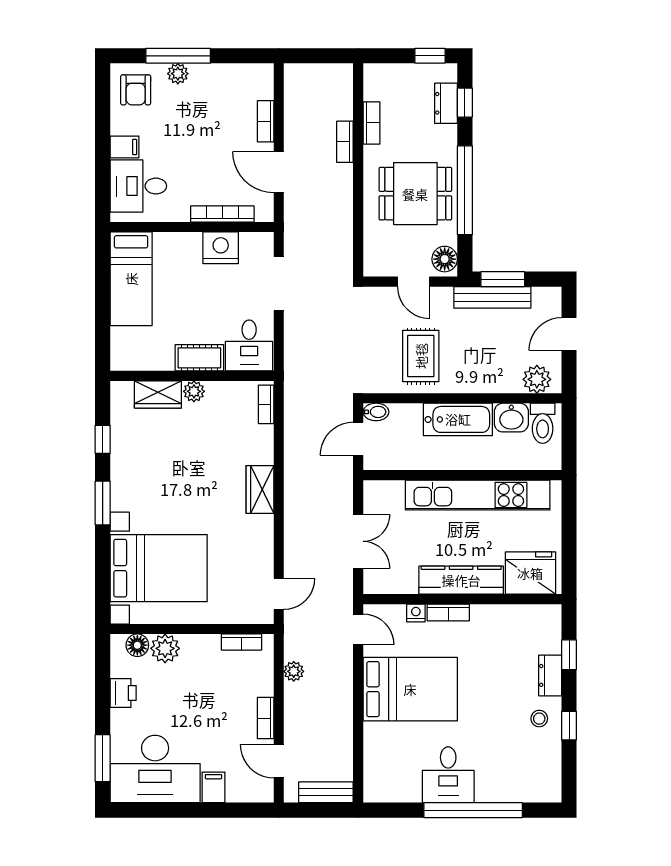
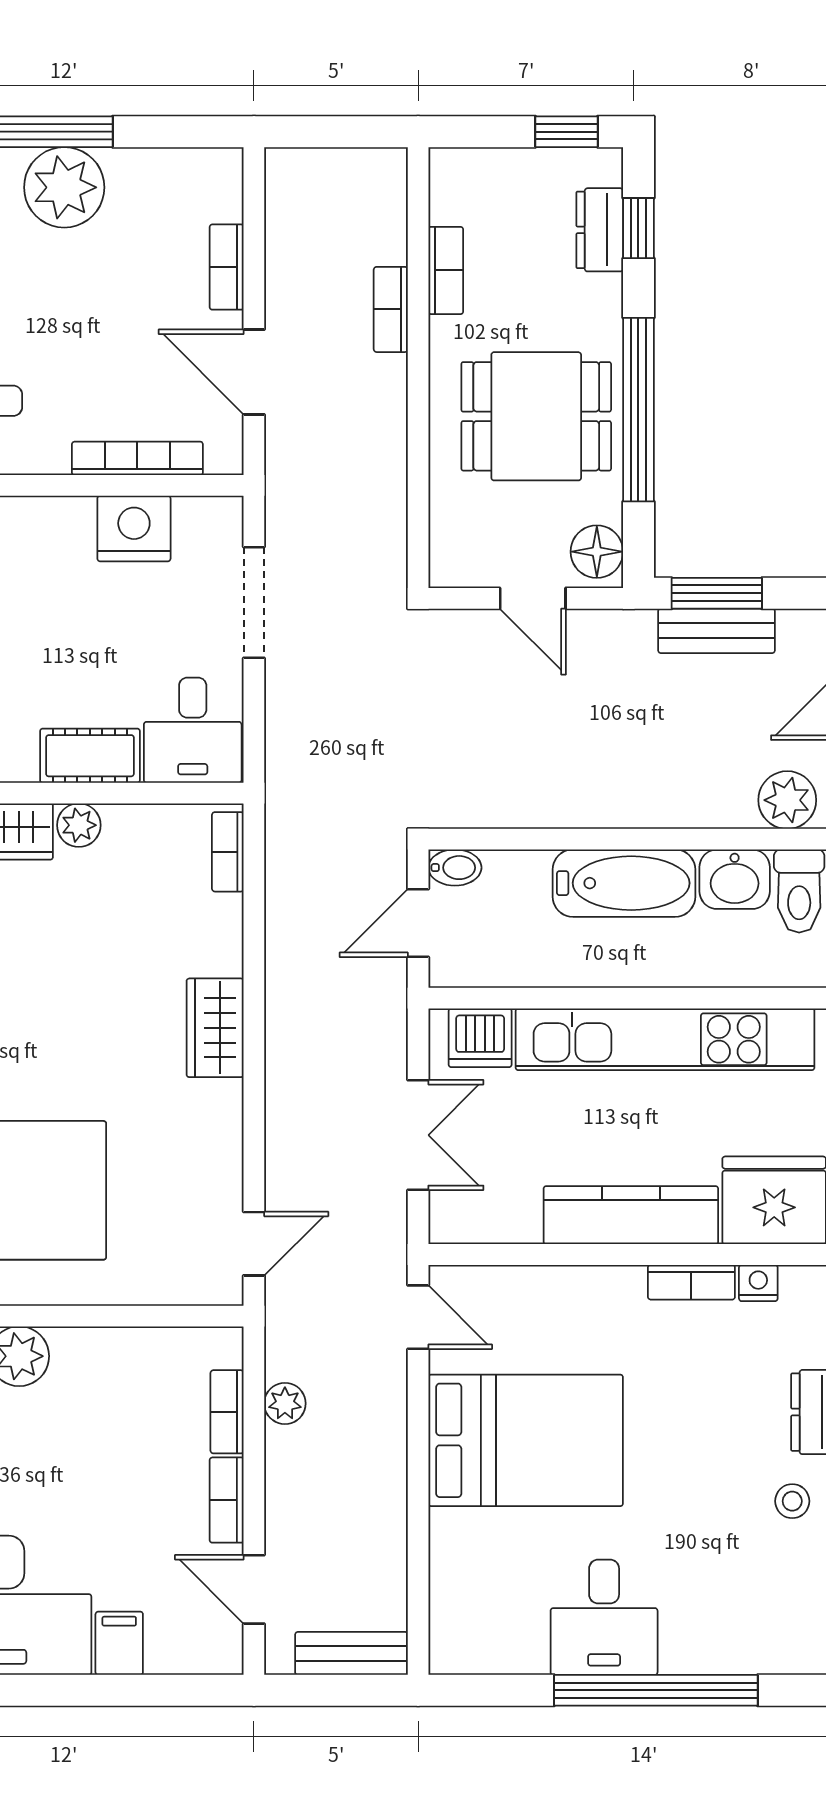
plant: (178, 74) -> (64, 187), width x1.87, depth x1.87
bench: (492, 297) -> (716, 631), width x0.73
rug: (421, 356) -> (547, 752), removed
dishwasher: (388, 494) -> (480, 1038), added
nightstand: (416, 613) -> (758, 1283), moved
bookcase: (448, 613) -> (691, 1282), moved
bookcase: (242, 642) -> (227, 1412), moved, turned 90

